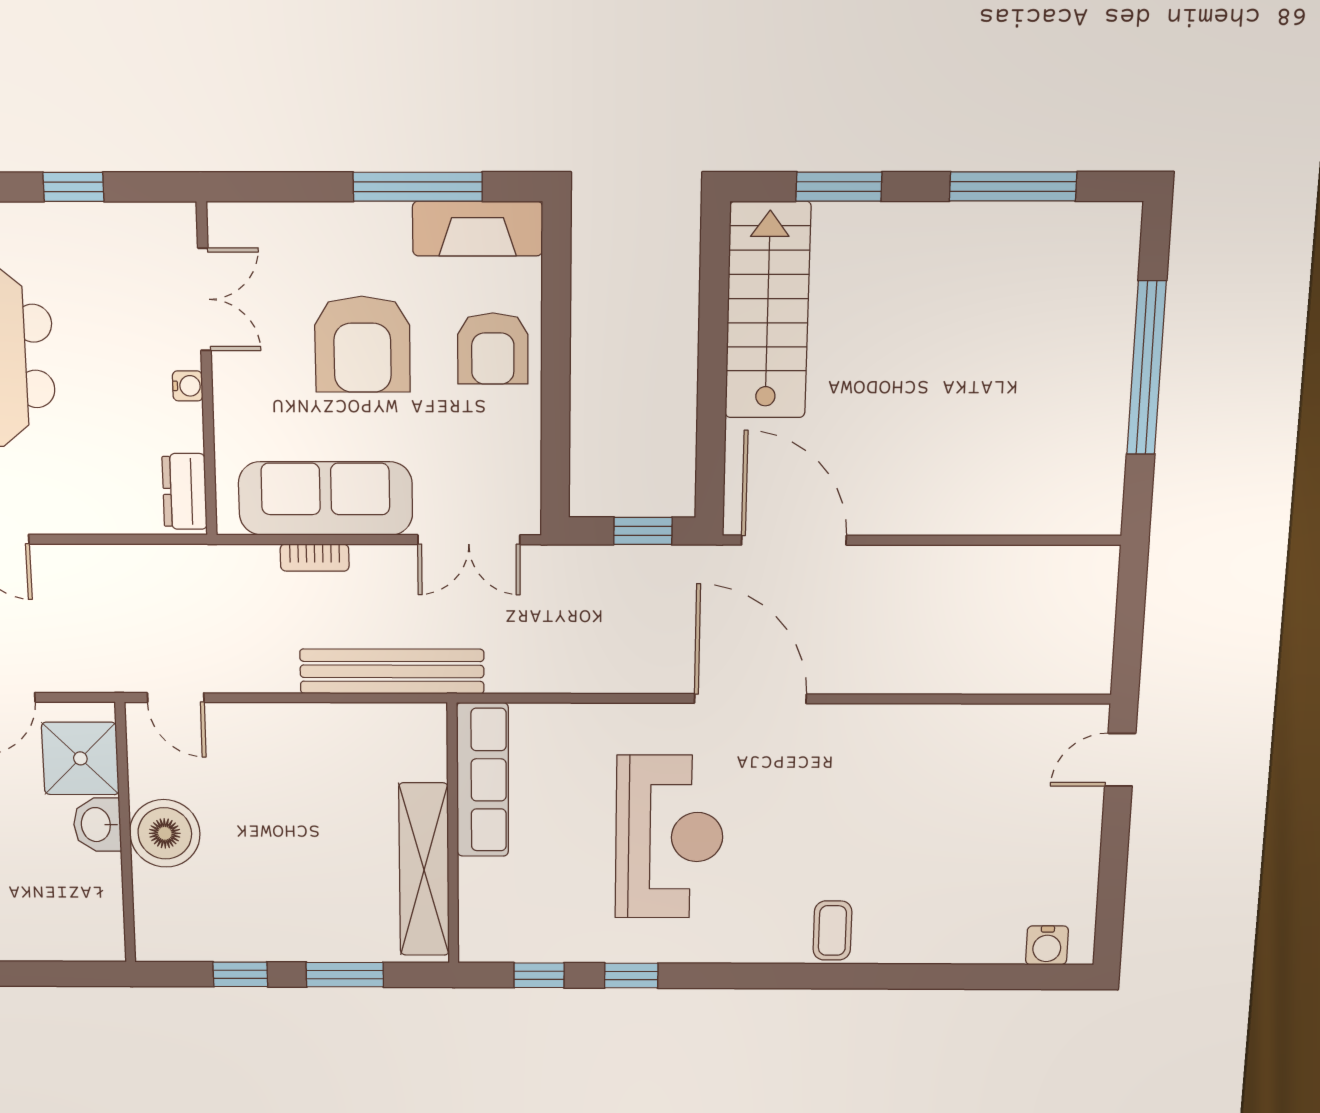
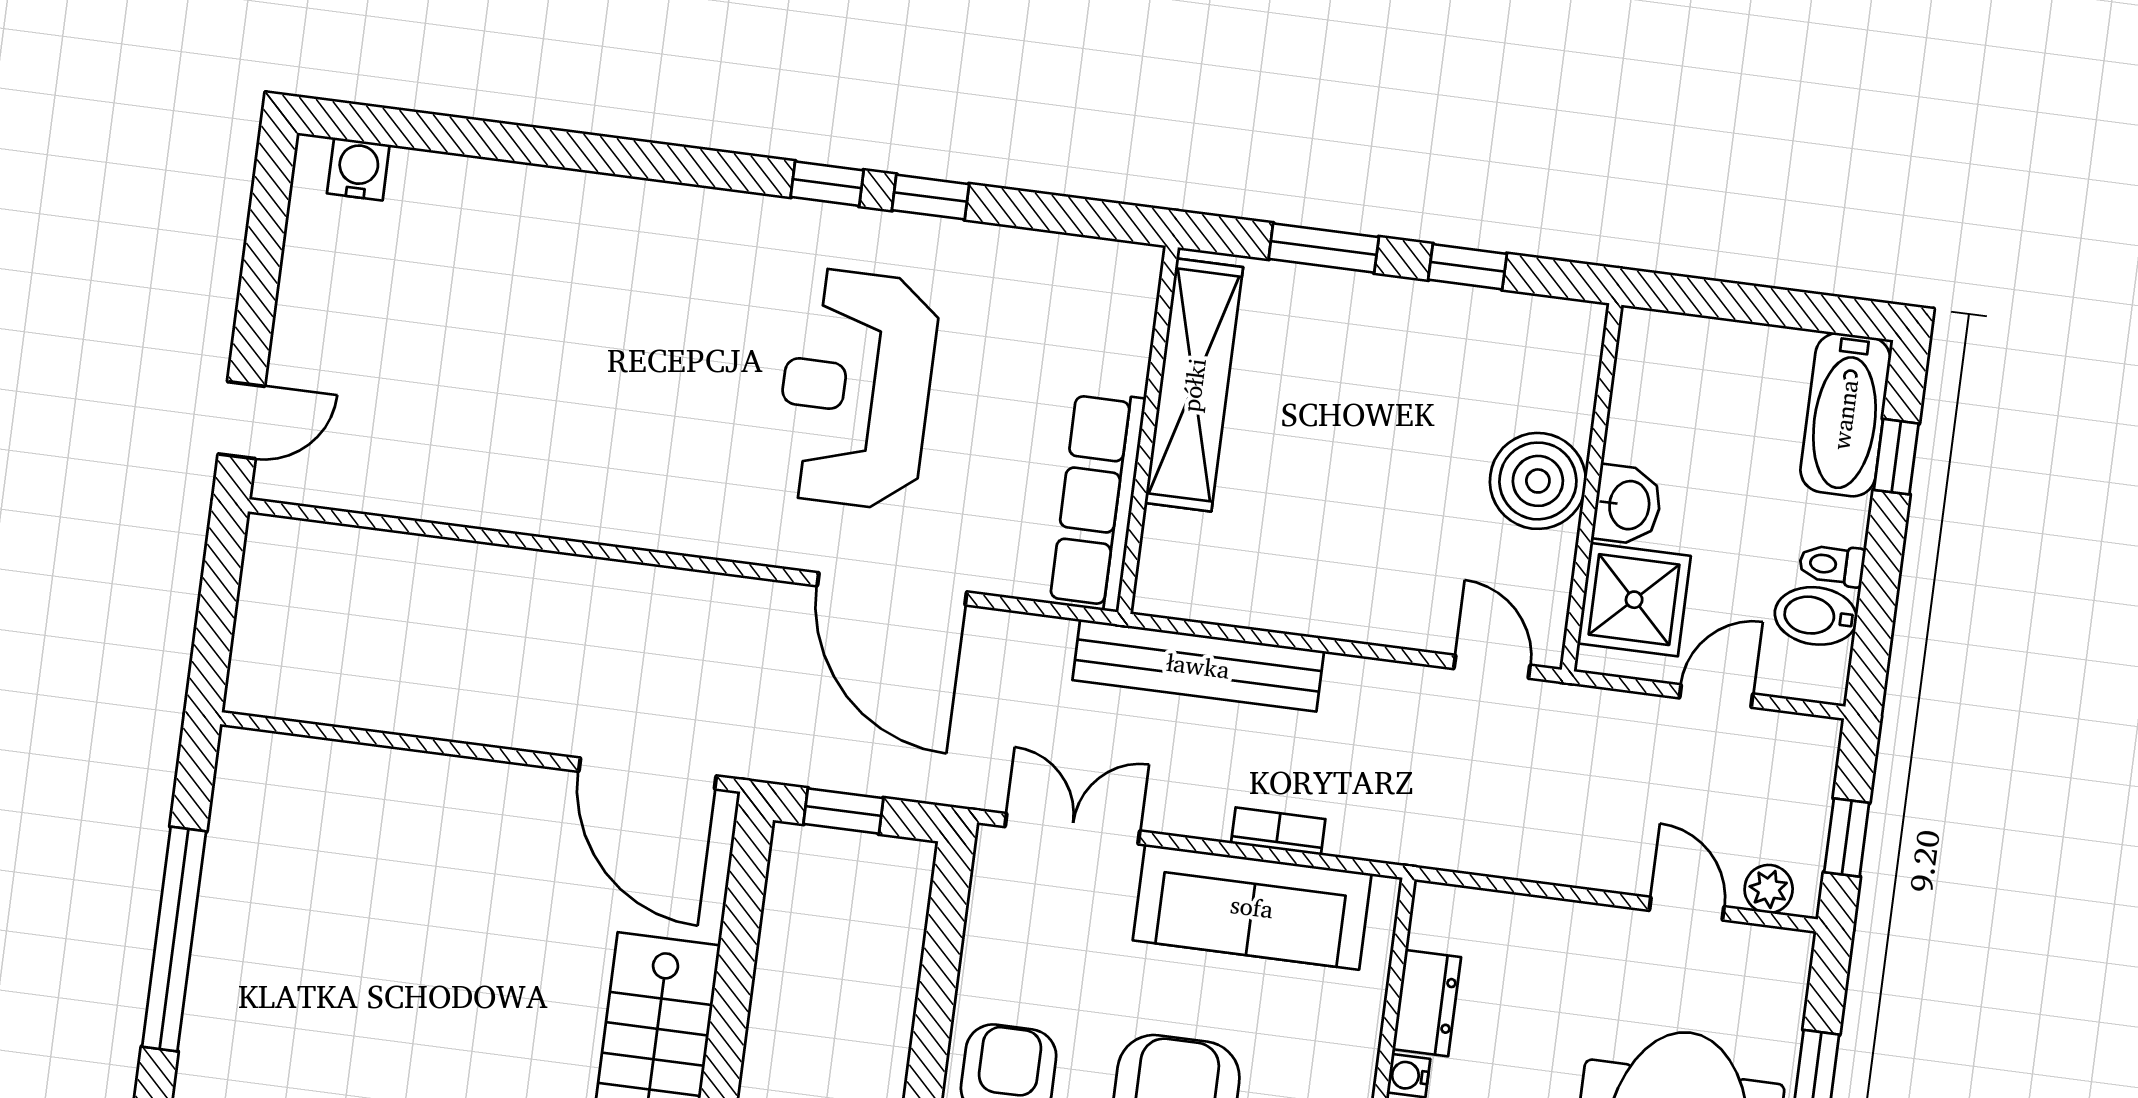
dresser: (185, 491) -> (1427, 1003), moved
door: (750, 699) -> (892, 589), moved
coffee table: (832, 930) -> (649, 227), removed
window: (539, 975) -> (827, 184), moved

